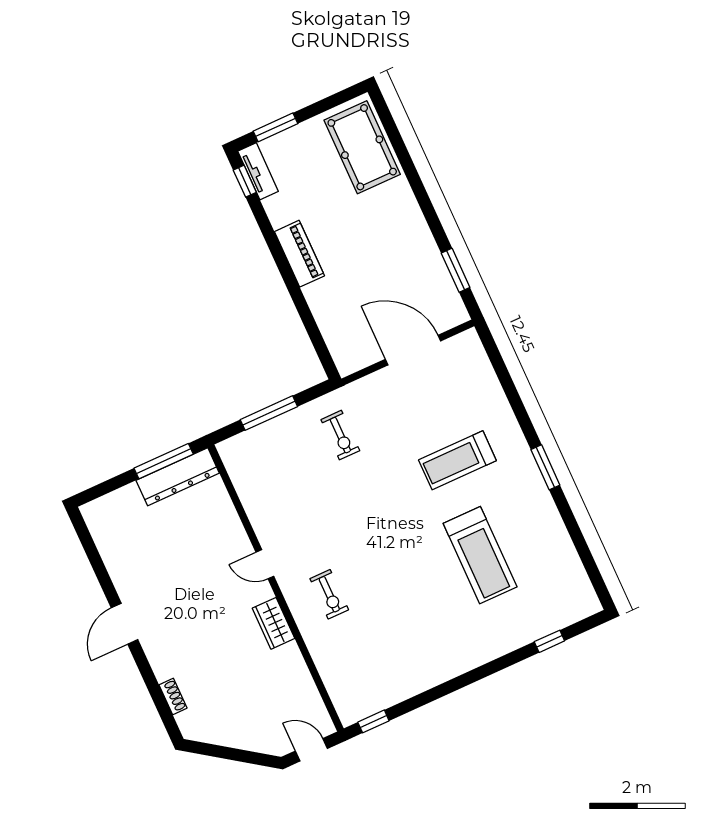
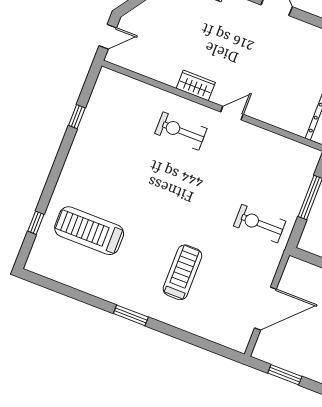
exercise bike: (340, 435) -> (260, 224), width x1.38, depth x1.39
treadmill: (480, 555) -> (89, 231), moved
exercise bike: (329, 594) -> (181, 131), width x1.38, depth x1.39
window: (373, 721) -> (77, 117), moved

